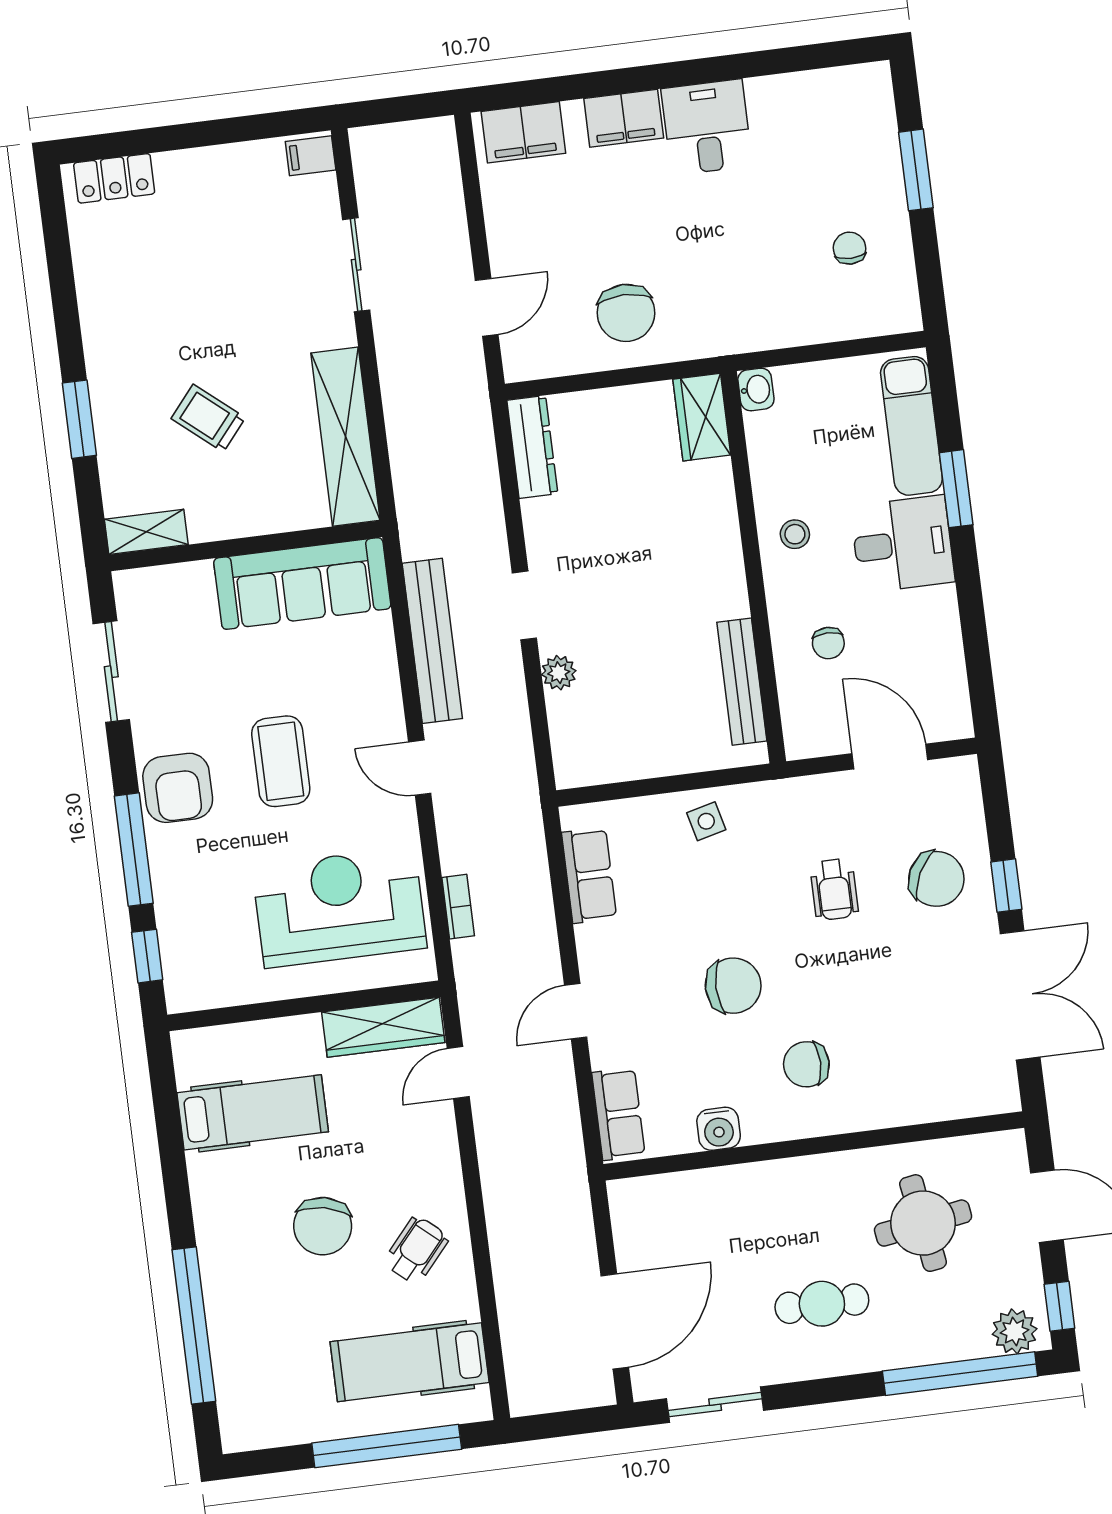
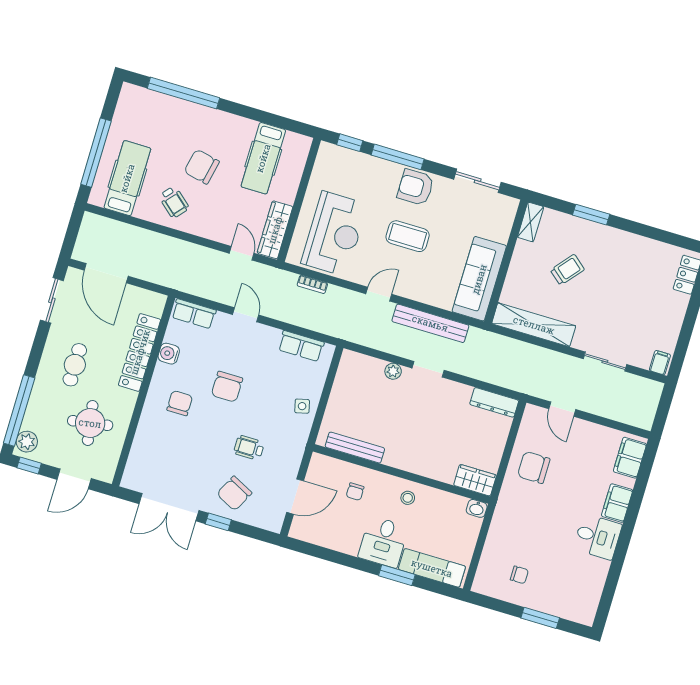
chair: (828, 643) -> (355, 492), turned -90
locker: (742, 1187) -> (140, 352), added

